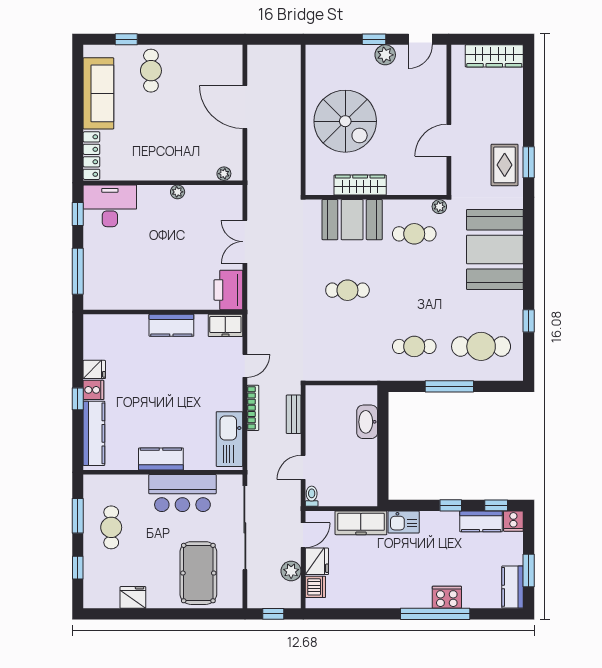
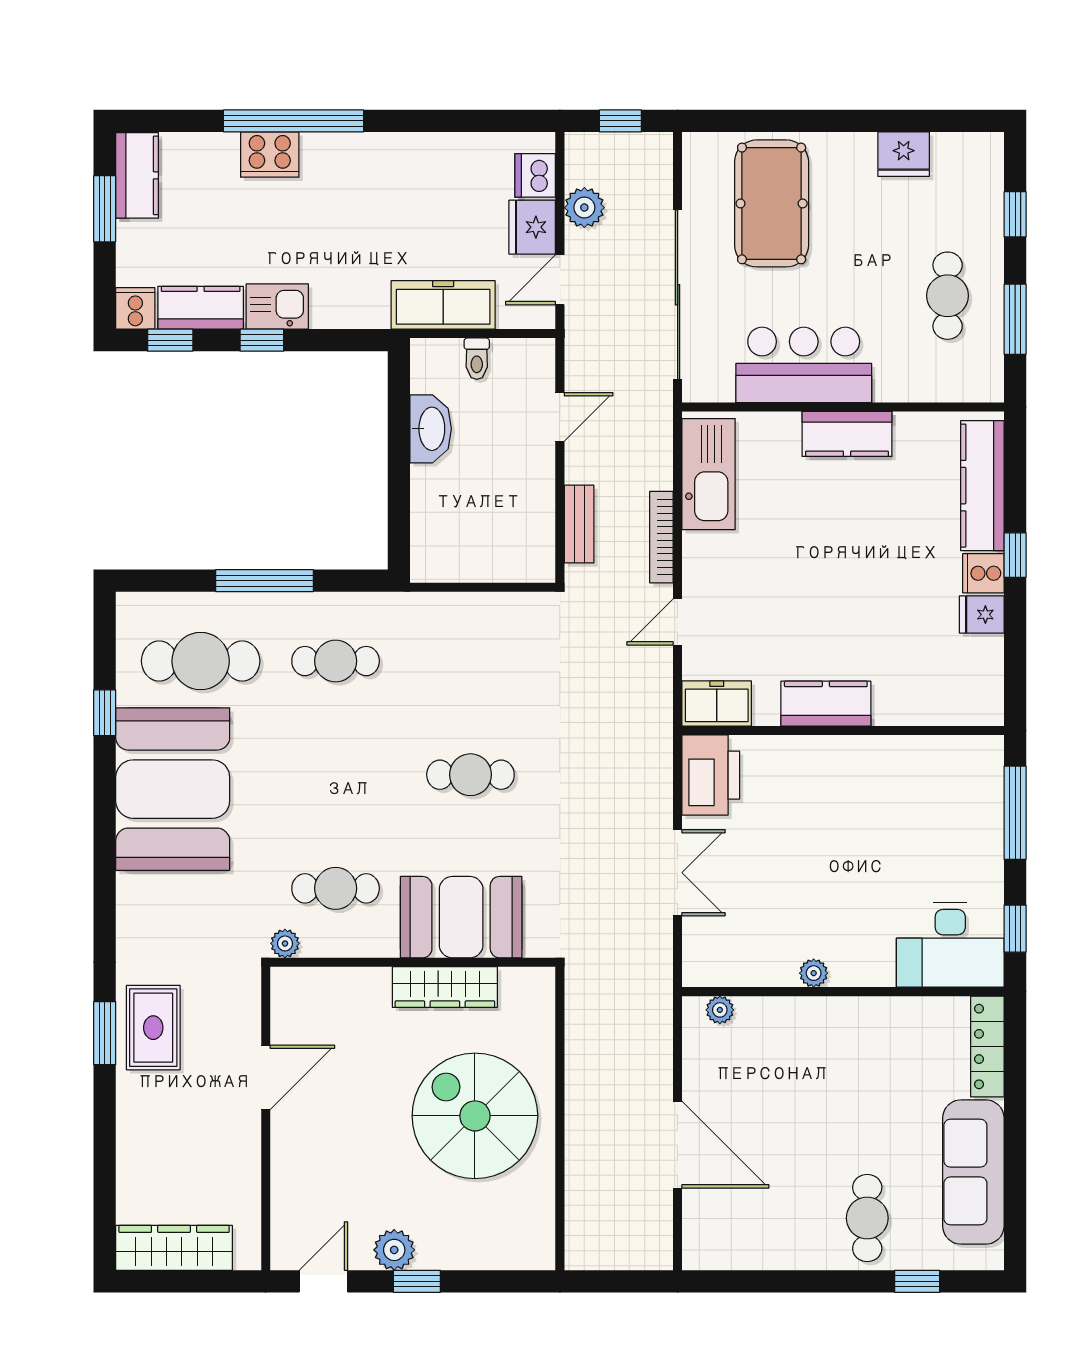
booth: (495, 249) -> (173, 789), moved
washbasin: (367, 422) -> (431, 429), moved
toilet: (312, 496) -> (477, 359), moved
kitchen sink: (404, 522) -> (277, 307), moved

